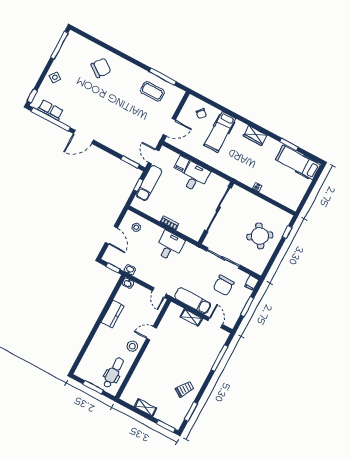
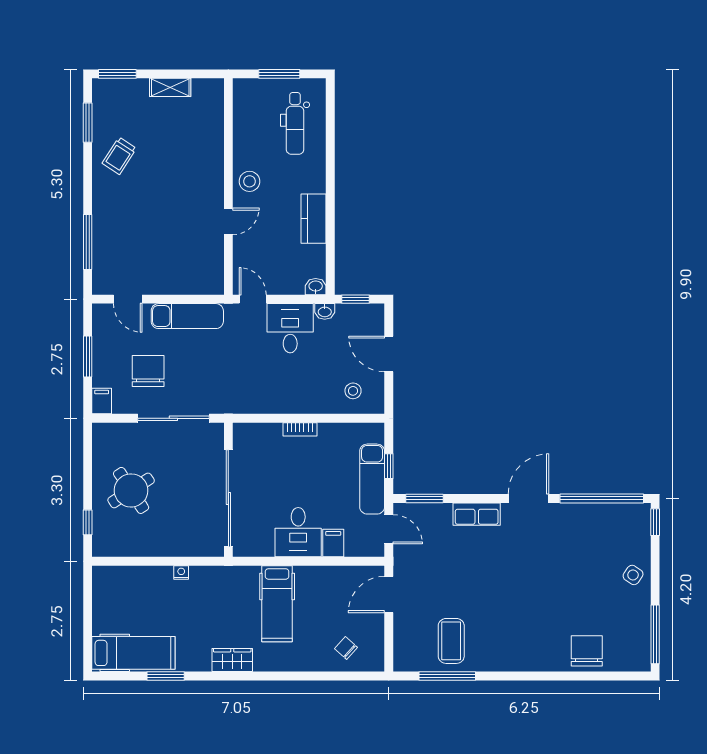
chair: (101, 68) -> (587, 651), moved, turned 144
coffee table: (152, 91) -> (451, 641), turned 90
row of seats: (50, 110) -> (477, 514), moved
hospital bed: (220, 132) -> (277, 604), moved, turned 180
desk: (170, 246) -> (290, 328), moved, turned 180
shelving: (191, 317) -> (174, 286), removed
dental chair: (113, 373) -> (295, 123), moved

